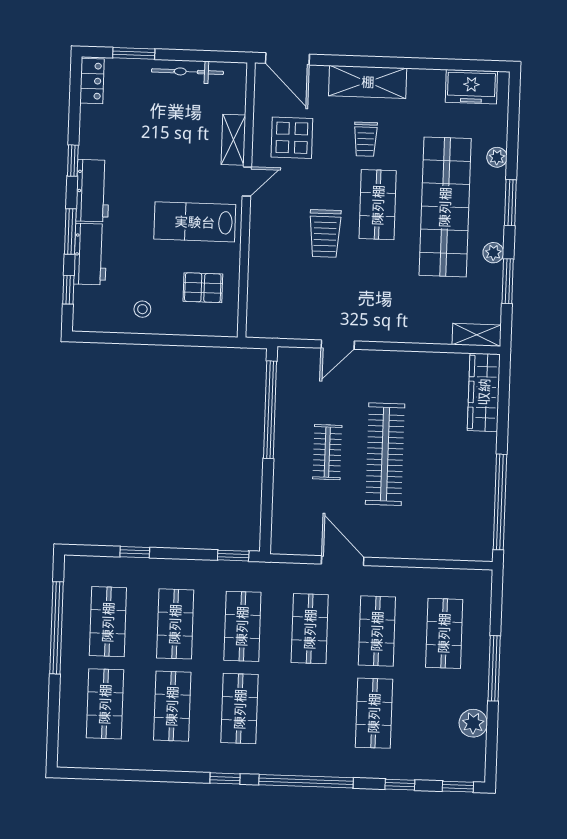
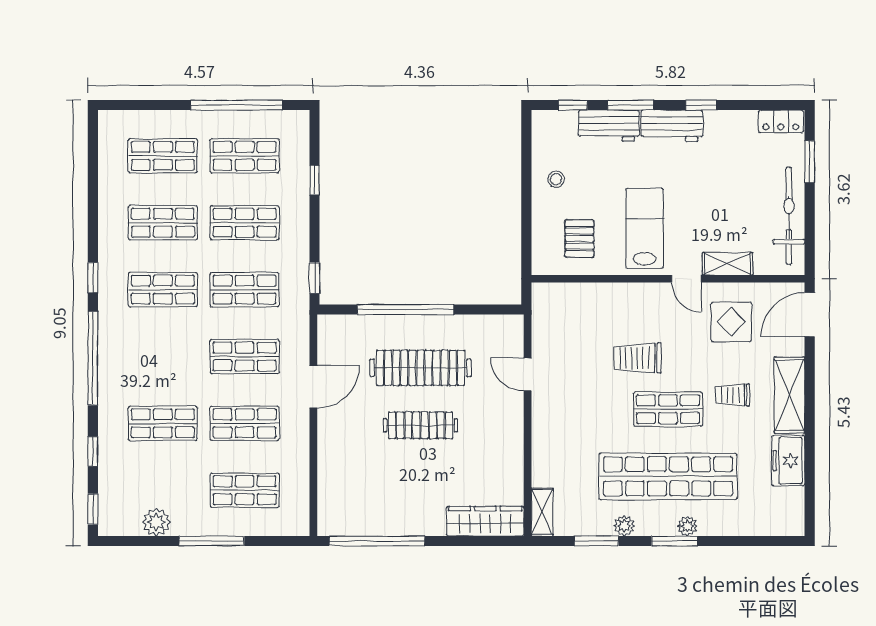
bicycle: (187, 72) -> (789, 216), width x1.37, depth x1.40
freezer: (471, 87) -> (788, 461), moved
plant: (497, 157) -> (687, 526), moved
window: (270, 410) -> (406, 309), moved
clothes rail: (327, 452) -> (420, 368), width x1.86, depth x1.31
clothes rail: (385, 454) -> (420, 425), width x0.73, depth x0.76

